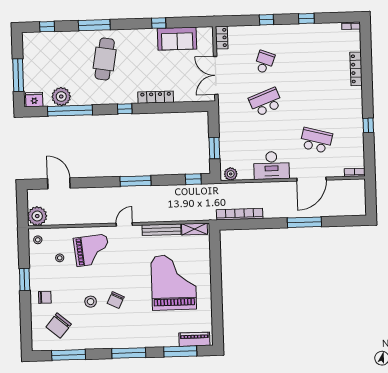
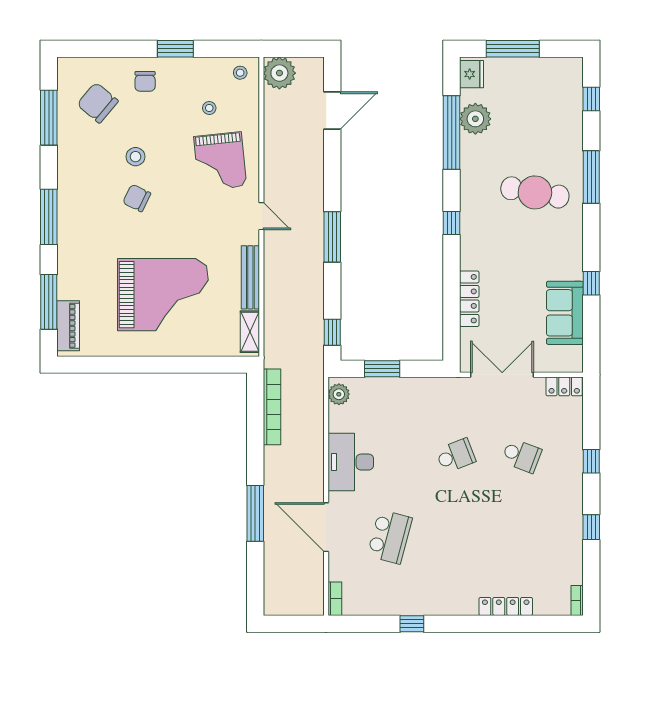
locker: (156, 97) -> (469, 299), moved
school desk: (266, 102) -> (456, 456), width x0.54

